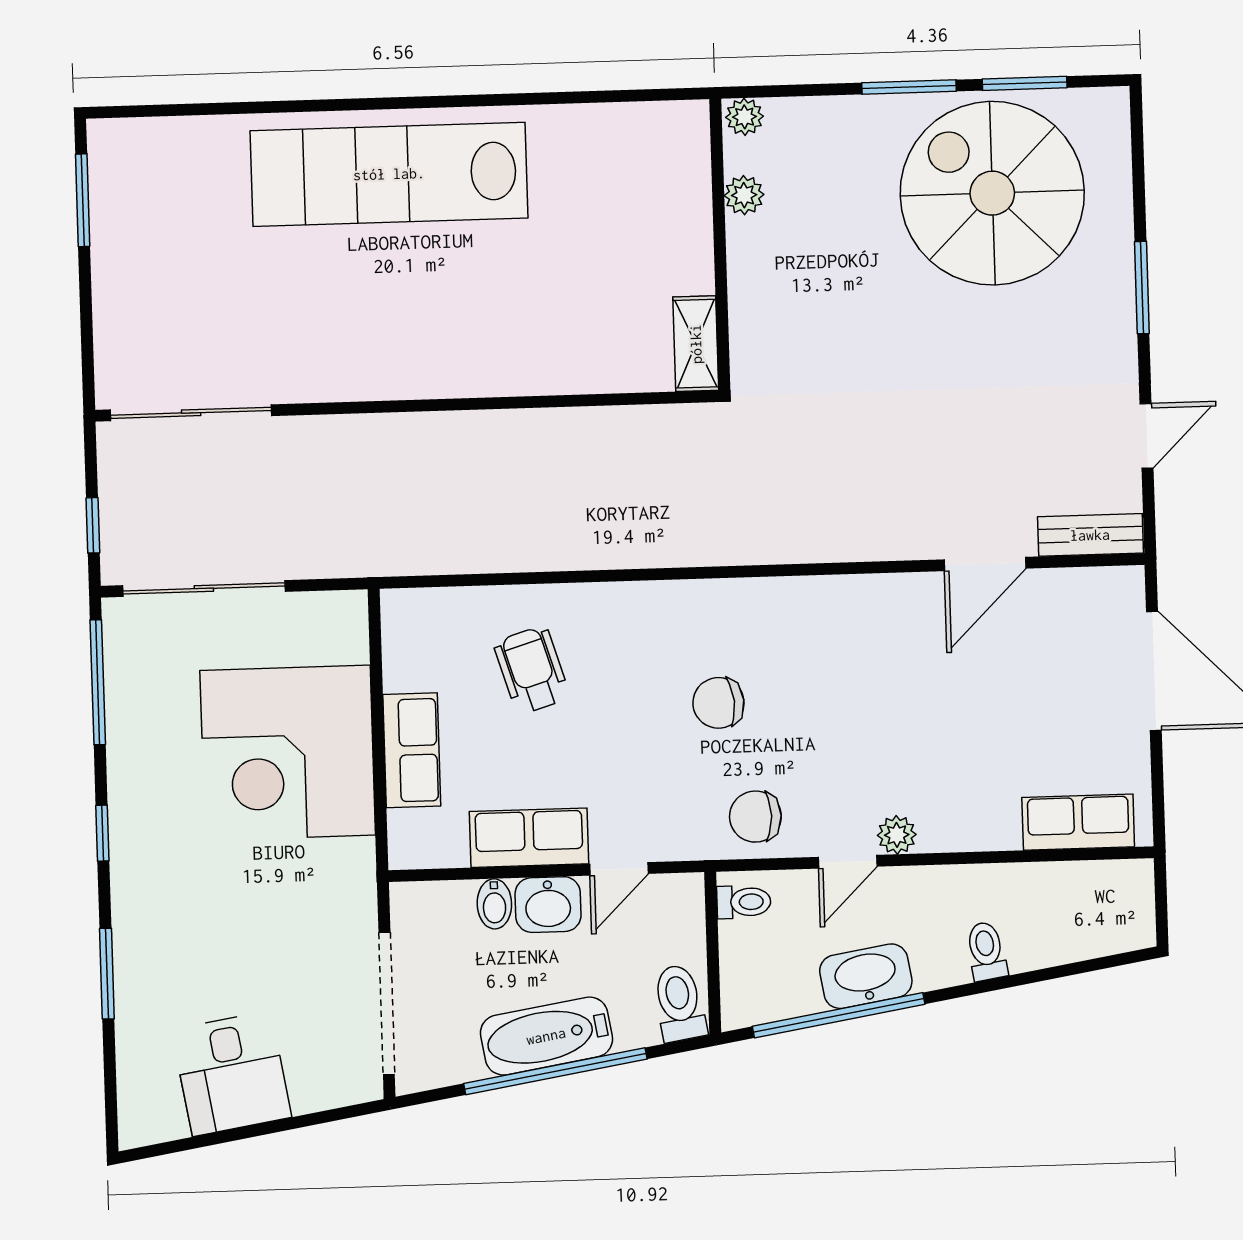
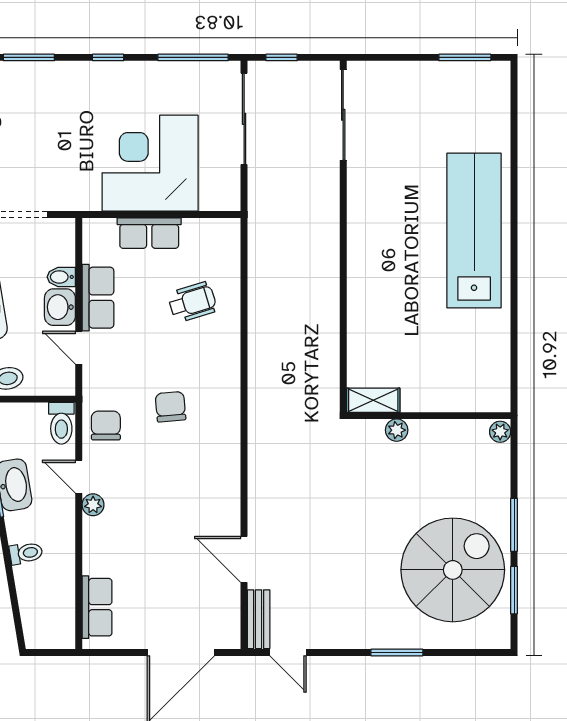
plant: (744, 195) -> (397, 430), moved
door: (1147, 436) -> (288, 653), moved
toilet: (744, 902) -> (61, 423), width x1.37, depth x1.39

